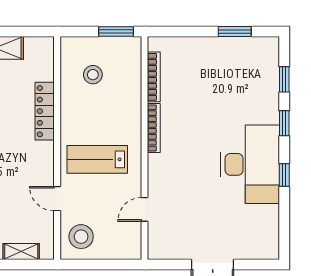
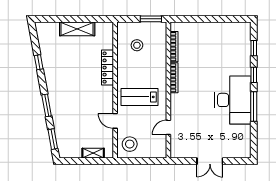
window: (235, 32) -> (223, 19), removed
window: (284, 175) -> (254, 106), width x2.17

